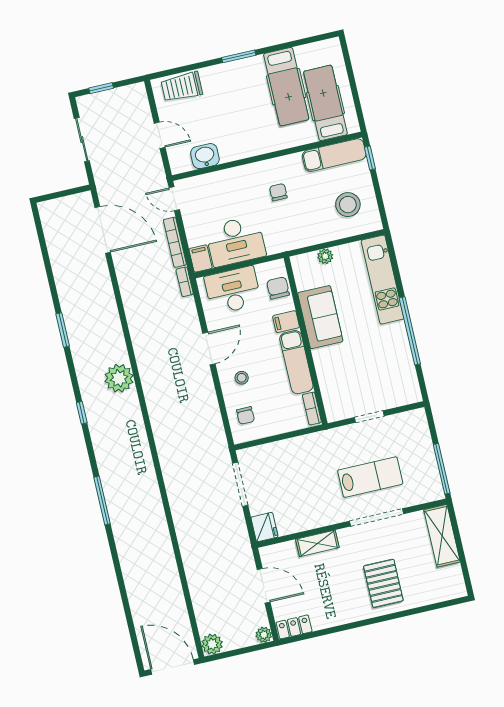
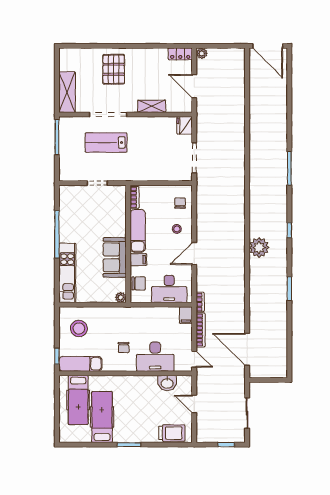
desk: (235, 241) -> (155, 357), moved, turned 180
plant: (325, 256) -> (121, 297), moved
chair: (278, 288) -> (139, 283), turned -90
plant: (212, 644) -> (238, 55), removed

